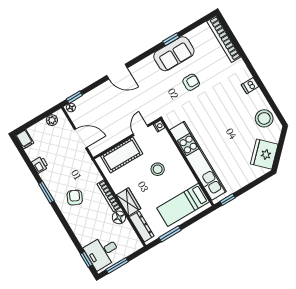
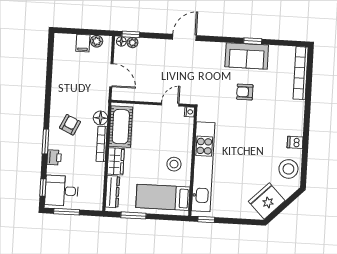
door: (117, 72) -> (184, 37), swing flipped
armchair: (191, 82) -> (245, 92), turned 180
dishwasher: (250, 86) -> (295, 142), moved
plant: (80, 103) -> (132, 43), added
filing cabinet: (25, 139) -> (83, 43), moved
cot: (122, 155) -> (121, 127), moved, turned 90
printer: (40, 165) -> (54, 157), moved
stool: (158, 169) -> (174, 164), moved
window: (46, 192) -> (45, 142), moved
floor lamp: (119, 217) -> (100, 118), moved

